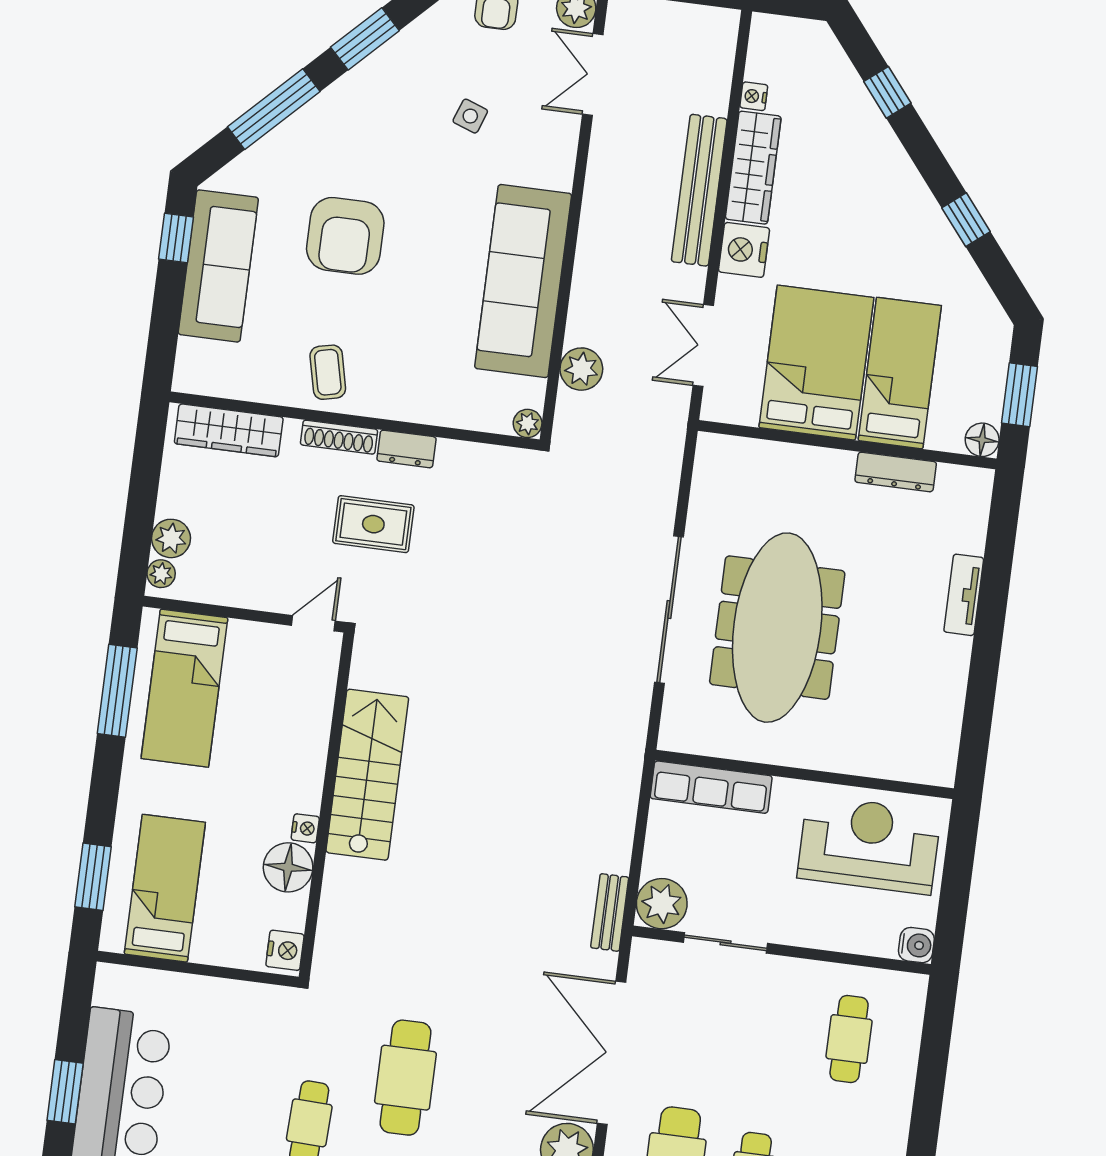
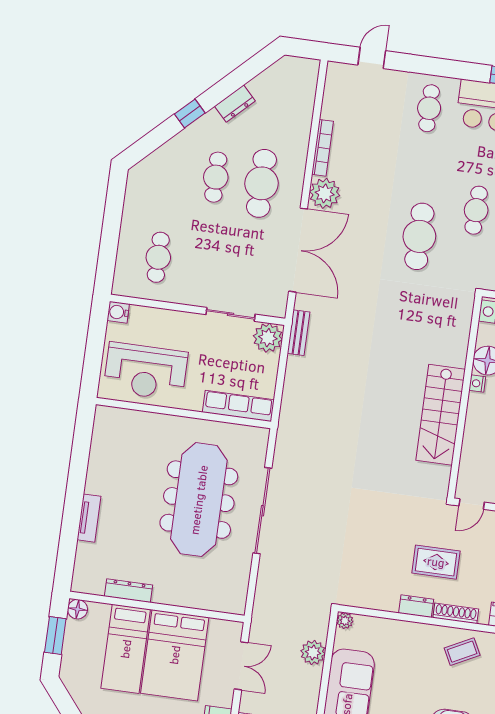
coffee table: (328, 372) -> (462, 652), turned 76

